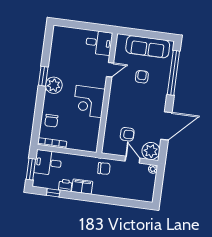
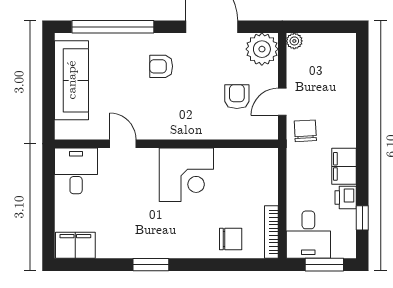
filing cabinet: (59, 37) -> (75, 245), added
armchair: (142, 77) -> (161, 66), moved
plant: (54, 85) -> (165, 243), removed
door: (133, 160) -> (282, 102), moved

